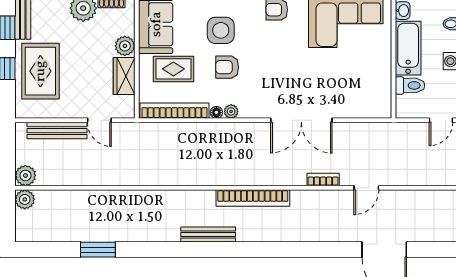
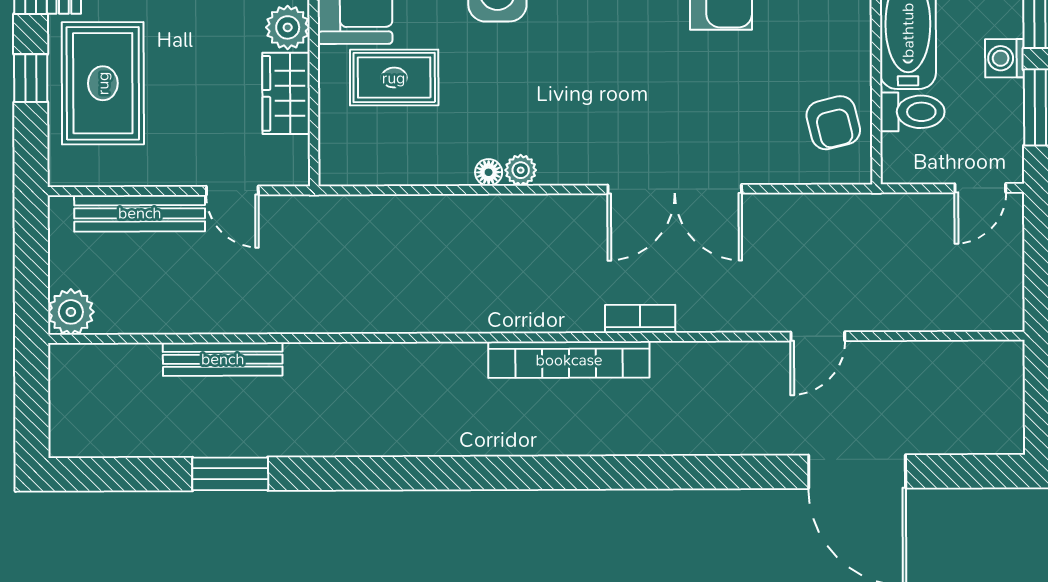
armchair: (227, 67) -> (833, 123), moved, turned -104
bookcase: (175, 111) -> (397, 169), removed
bookcase: (323, 180) -> (640, 319), moved
plant: (25, 199) -> (70, 364), removed
bench: (208, 235) -> (223, 359), moved

